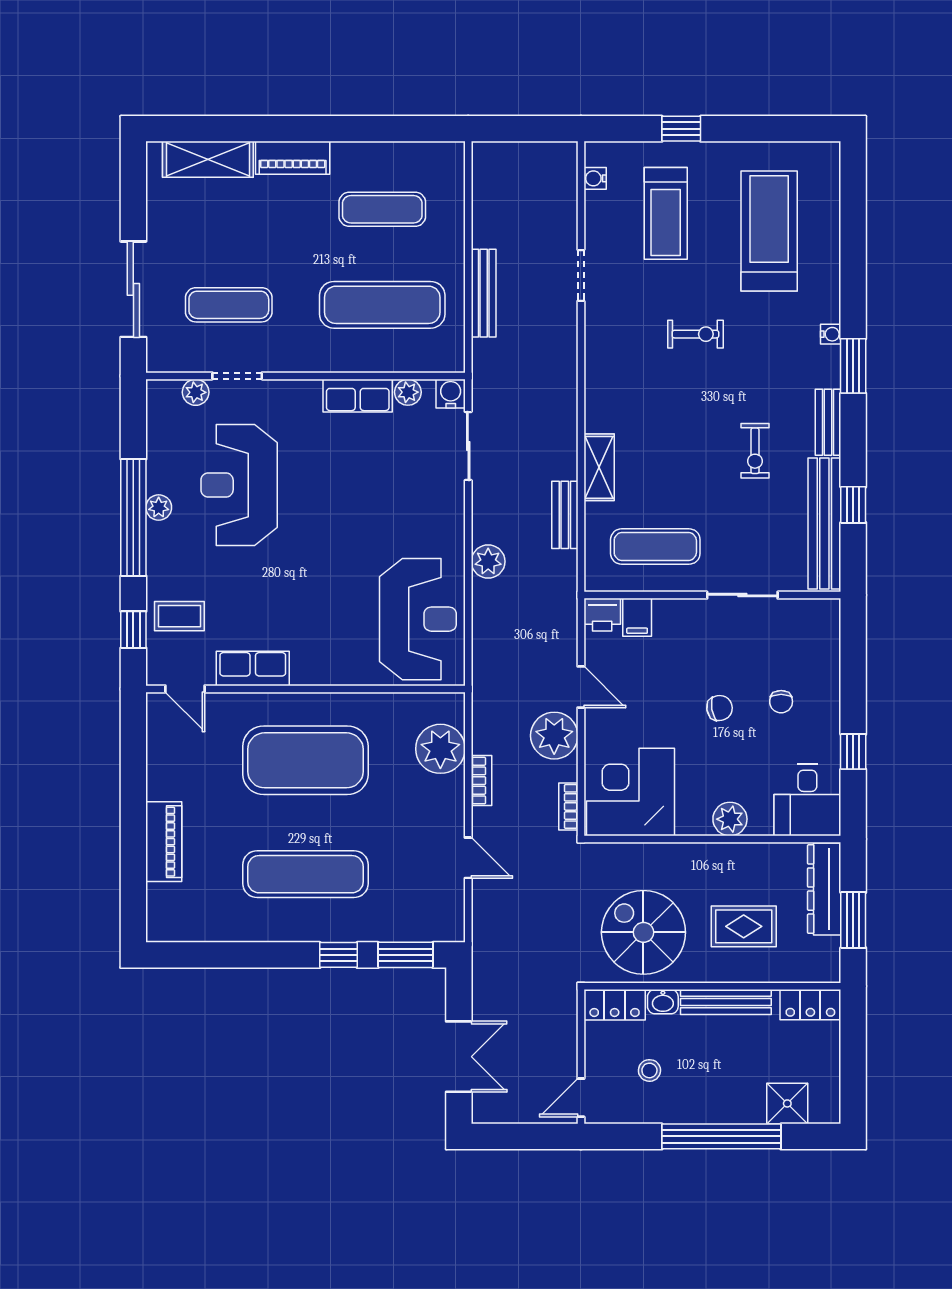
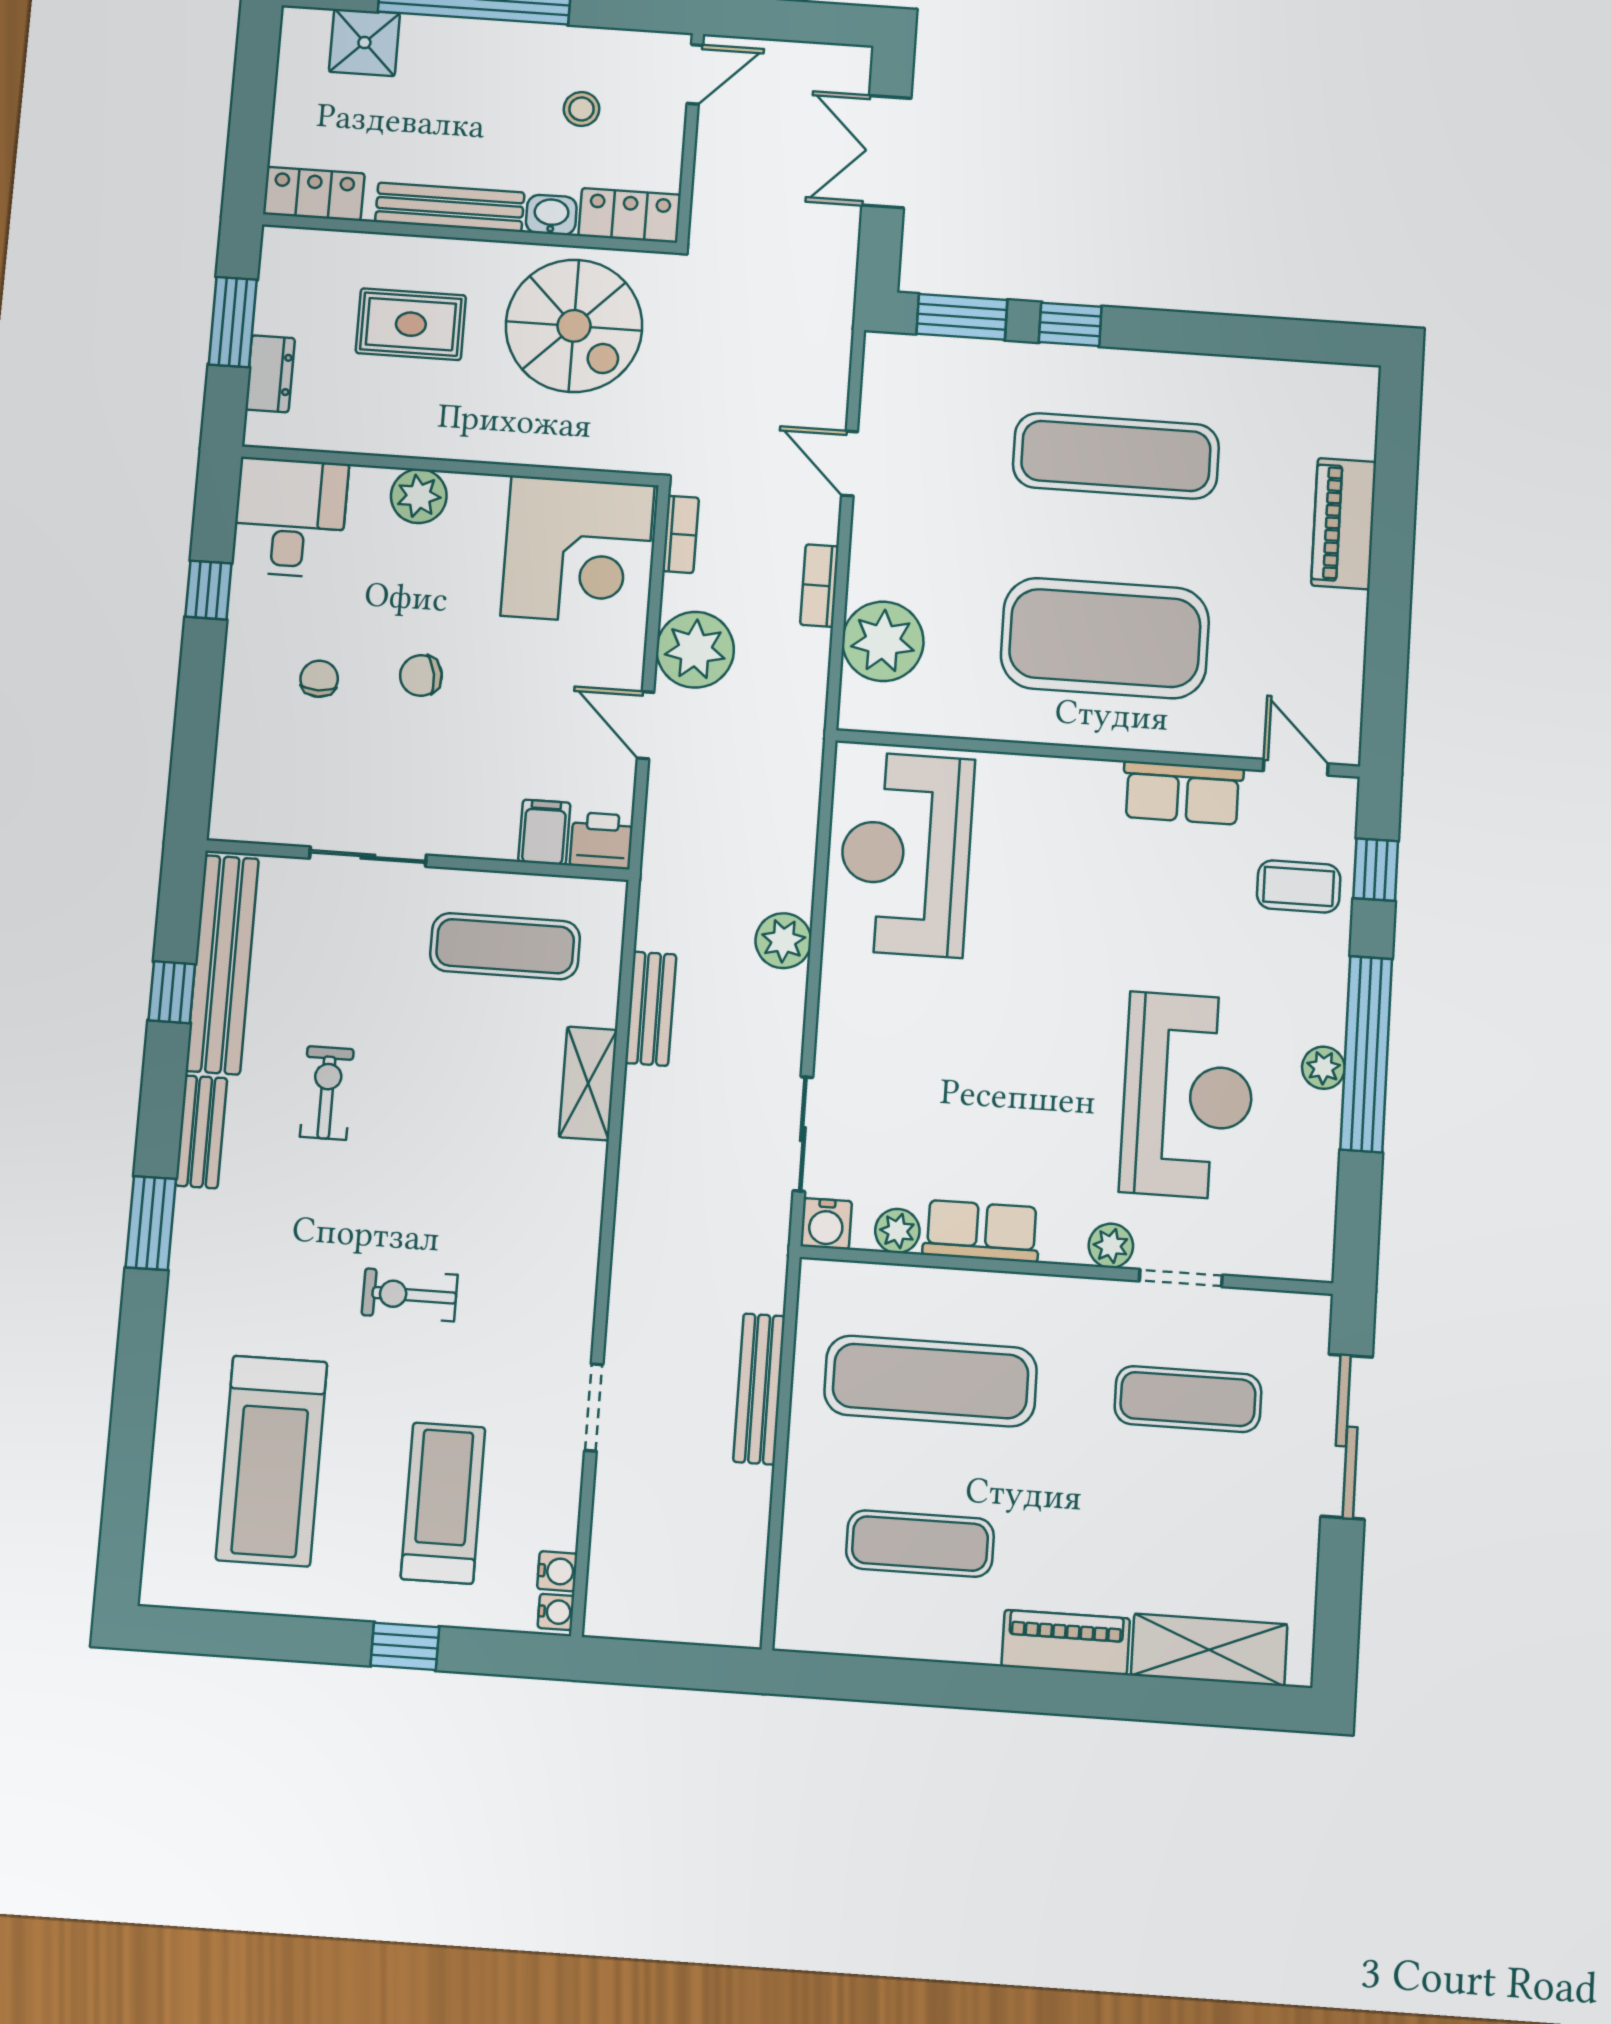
water cooler: (831, 334) -> (556, 1612), moved, turned 180
plant: (196, 392) -> (1111, 1246), moved
dresser: (824, 889) -> (270, 374), width x0.51, depth x0.80

